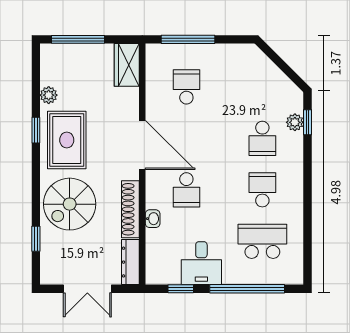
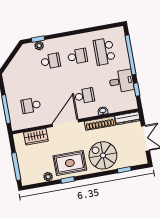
wardrobe: (127, 65) -> (36, 137), moved
school desk: (262, 190) -> (77, 56), turned 180
spiral stairs: (70, 204) -> (103, 155), turned 180

